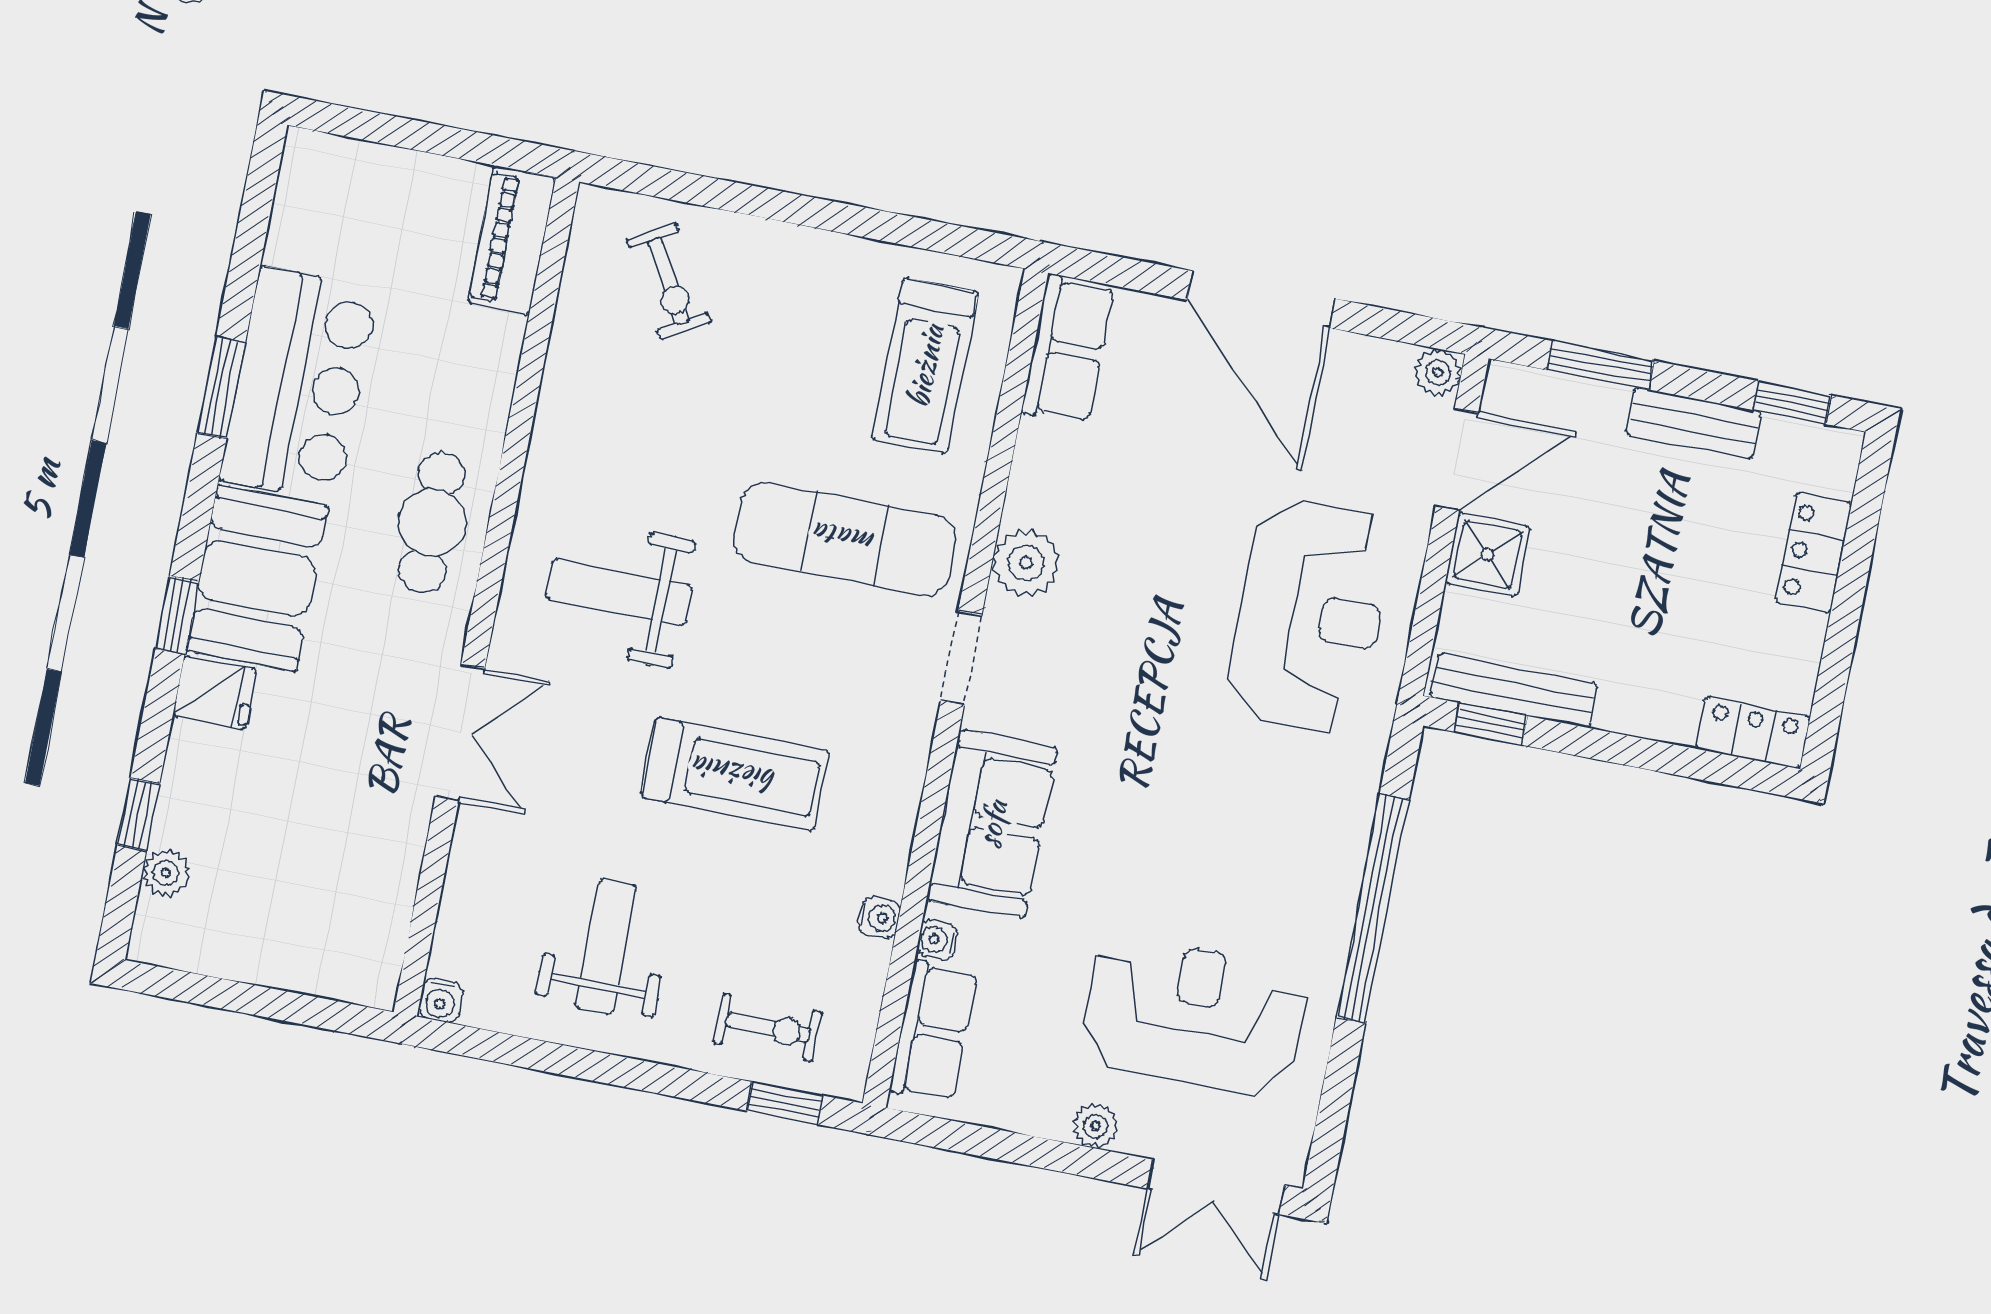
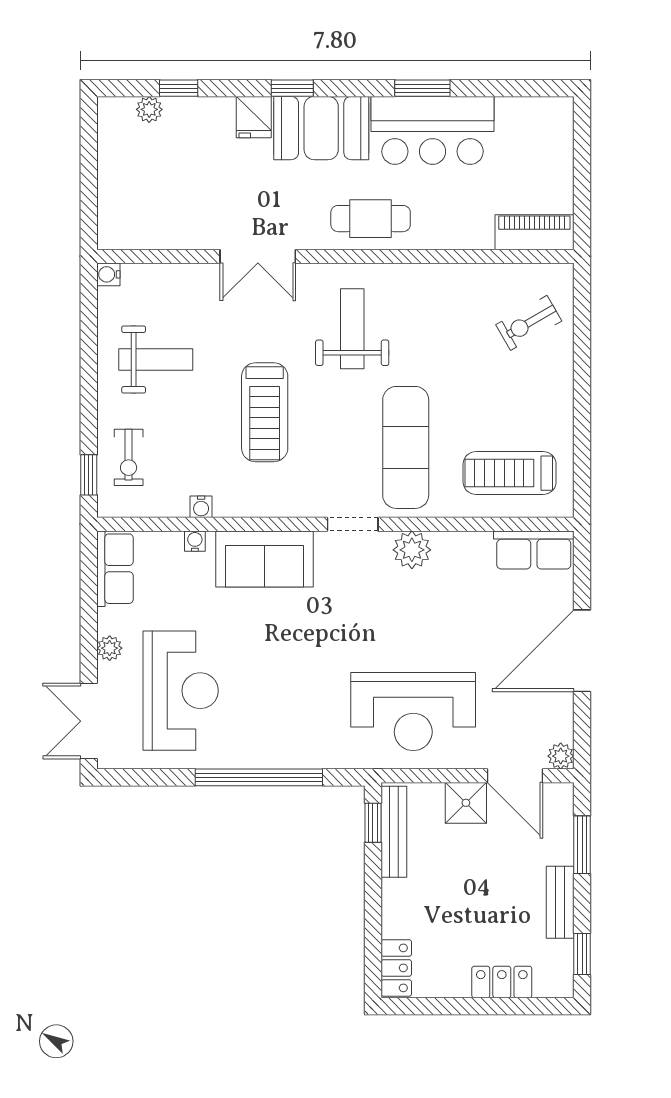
row of seats: (933, 1032) -> (115, 569), moved, turned -90

